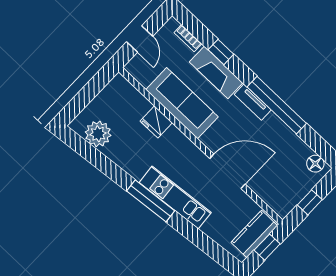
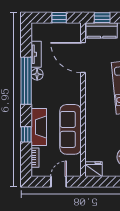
tv unit: (253, 102) -> (36, 54), moved
fridge: (156, 122) -> (94, 169), moved, turned -90
floor lamp: (315, 164) -> (37, 74), moved
door: (227, 171) -> (83, 57), moved

